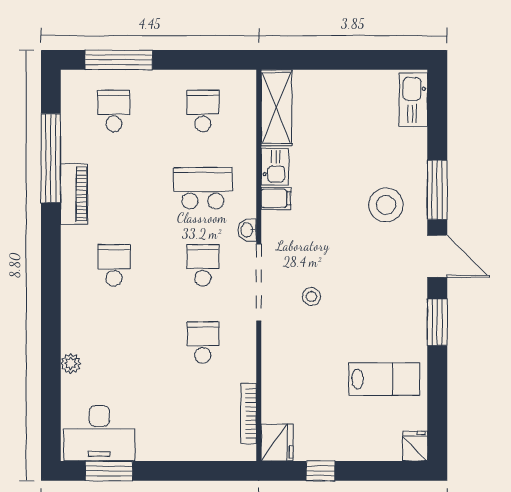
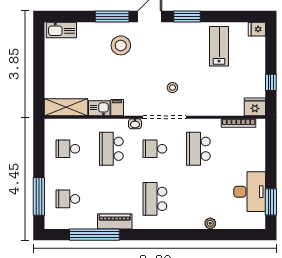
school desk: (114, 265) -> (155, 199), width x1.85
school desk: (203, 343) -> (198, 149), width x1.85
desk: (99, 433) -> (250, 192), moved

